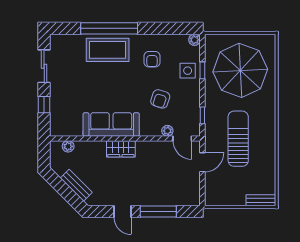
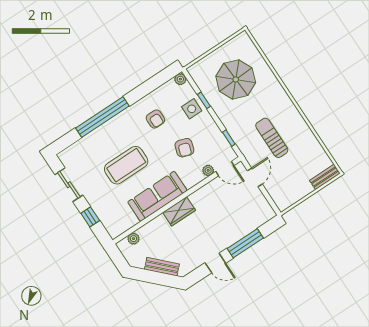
coffee table: (108, 50) -> (126, 165), moved
parasol: (240, 70) -> (236, 79), width x0.73, depth x0.73
sun lounger: (238, 139) -> (272, 138), width x0.73, depth x0.75

